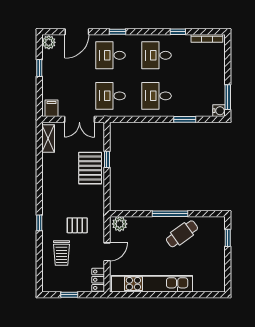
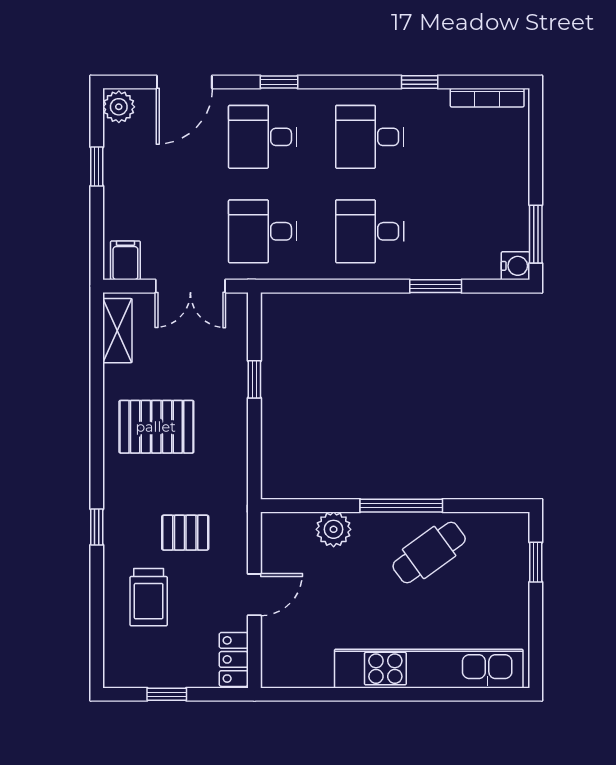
pallet: (90, 168) -> (156, 427), moved, turned 90
plant: (120, 224) -> (334, 529), moved
kitchen unit: (152, 284) -> (429, 669), moved

